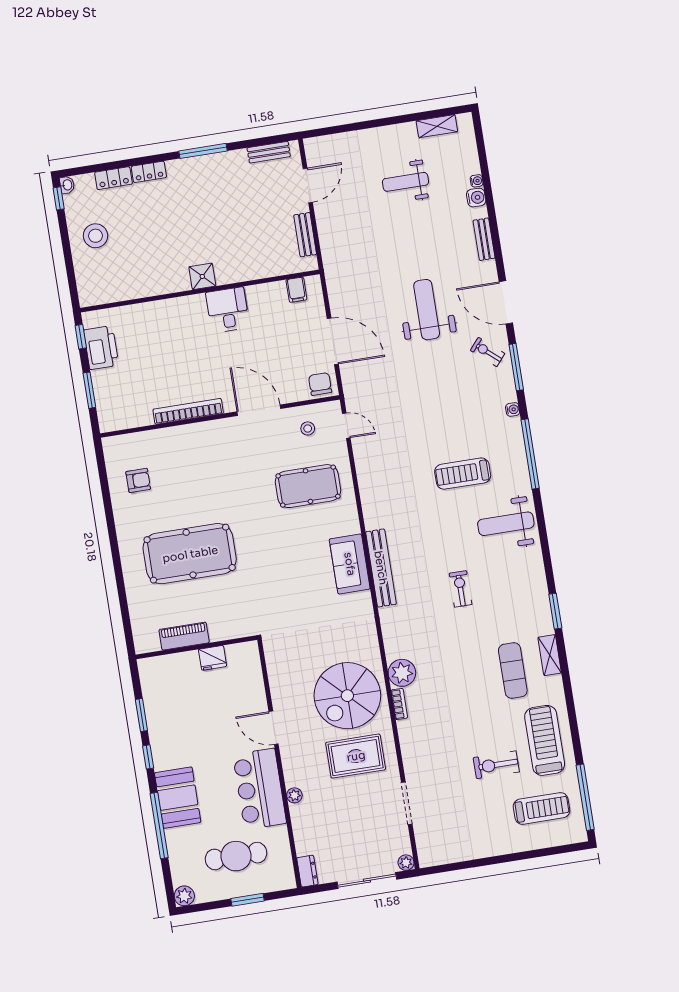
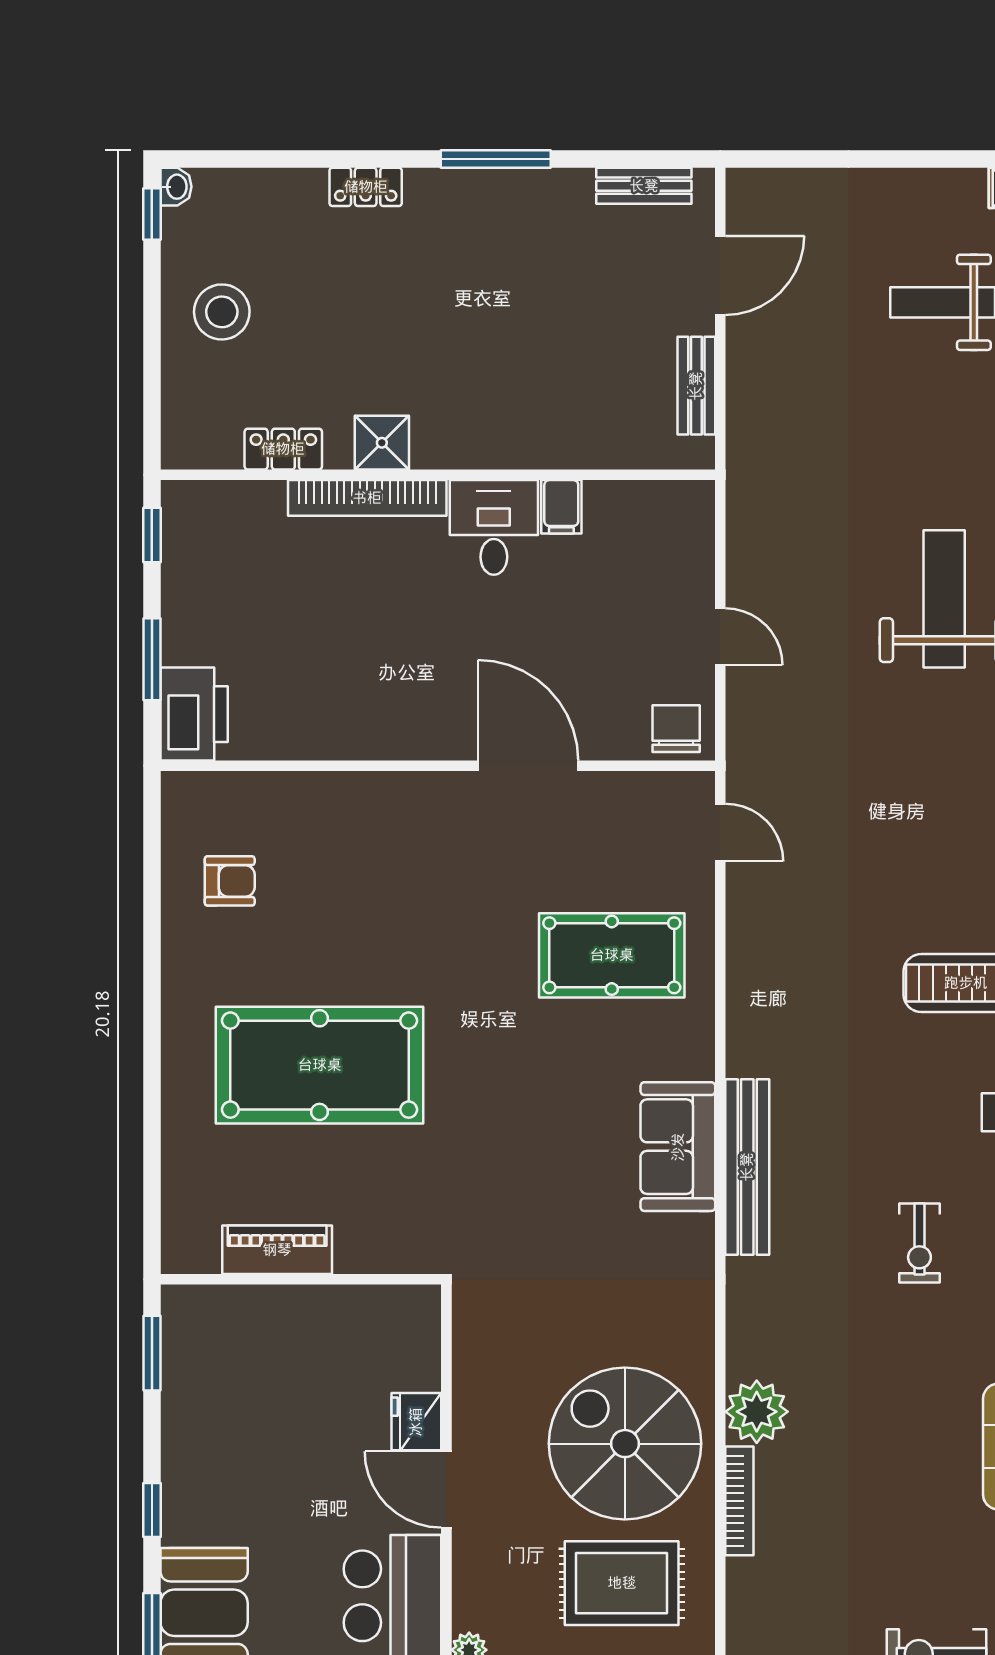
locker: (113, 178) -> (283, 449), moved, turned 180
shower: (202, 276) -> (382, 443), moved
filing cabinet: (296, 290) -> (561, 507), moved
door: (333, 341) -> (720, 637), width x0.53
printer: (101, 348) -> (194, 714), moved
bookcase: (188, 411) -> (367, 498), moved, turned 180
stool: (308, 428) -> (632, 825), removed
exercise bike: (460, 589) -> (919, 1243), turned 180
fridge: (213, 658) -> (416, 1422), moved, turned 90
spiral stairs: (347, 696) -> (625, 1444), turned 90
bookcase: (399, 704) -> (739, 1501), width x1.56
window: (141, 715) -> (152, 1353), moved

